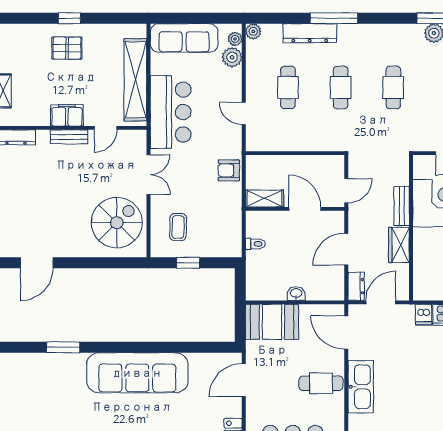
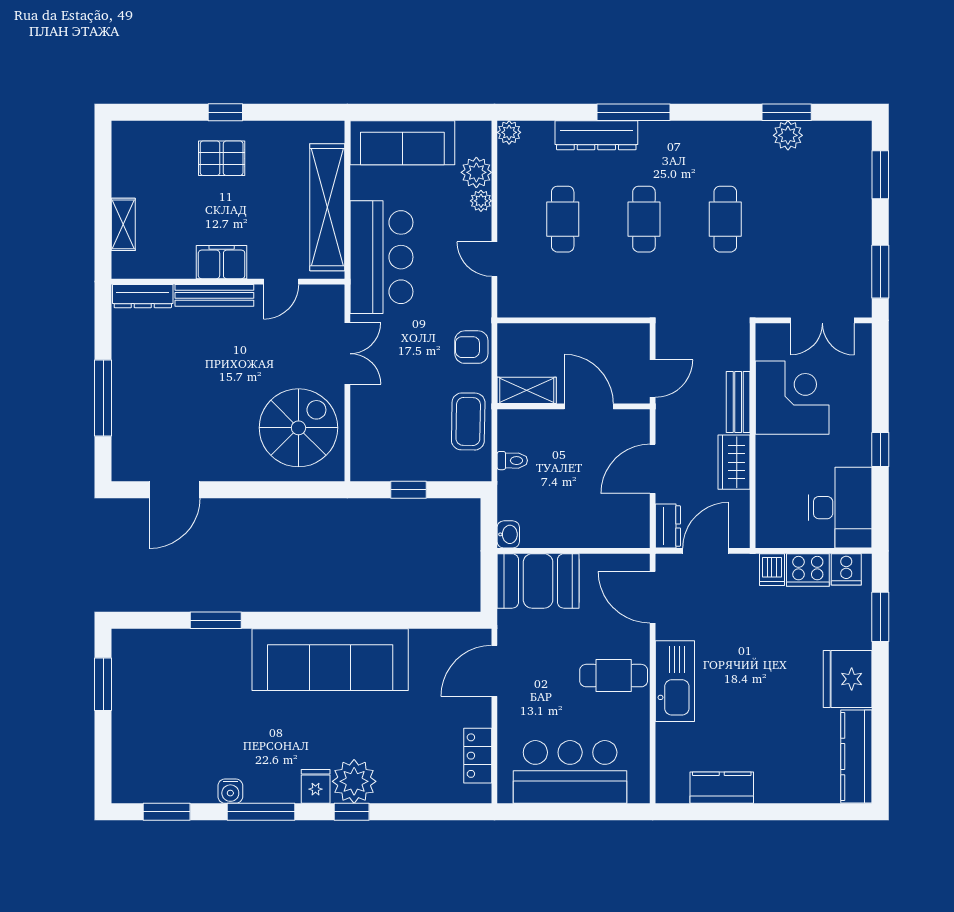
plant: (235, 39) -> (481, 201), moved
bench: (69, 137) -> (214, 295), width x1.36
coffee table: (178, 227) -> (468, 421), moved, width x1.36, depth x1.30
washbasin: (296, 293) -> (508, 534), moved, turned 90

